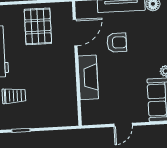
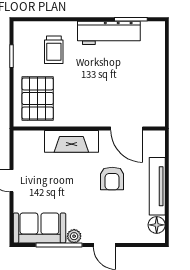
pallet: (38, 26) -> (38, 98), moved, turned 90

